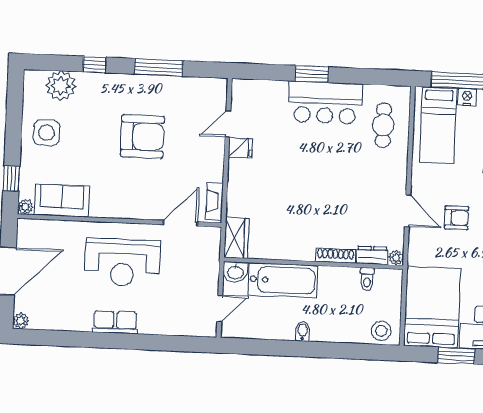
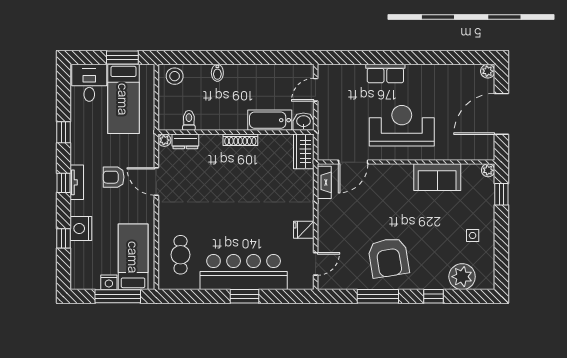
bar counter: (325, 103) -> (244, 272), width x1.36
door: (228, 124) -> (316, 264), moved
side table: (47, 133) -> (473, 235), width x0.54, depth x0.54
armchair: (142, 136) -> (389, 258), moved, turned -99
sofa: (62, 200) -> (437, 177), moved
shoe rack: (335, 256) -> (240, 140), moved
bathtub: (283, 280) -> (270, 120), width x0.73, depth x0.73
bed: (432, 307) -> (123, 99), width x0.67
row of seats: (115, 322) -> (385, 74), moved
bidet: (302, 331) -> (217, 73), moved
window: (456, 356) -> (122, 57), moved

